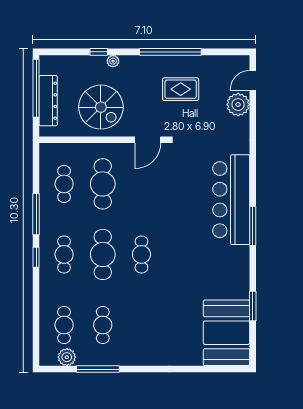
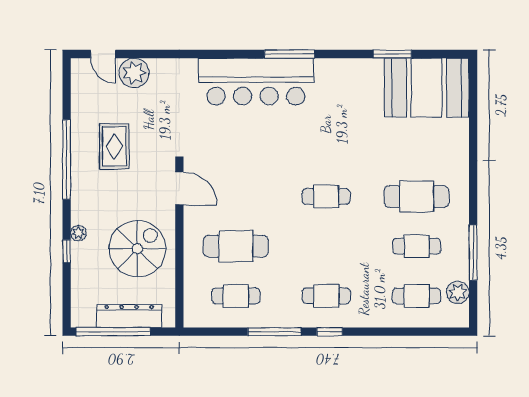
cafe table: (103, 254) -> (417, 197), moved

